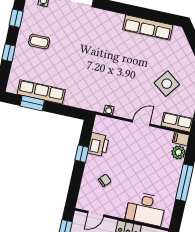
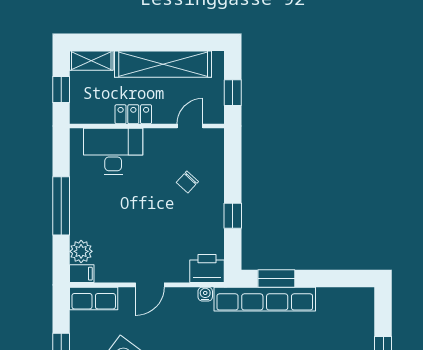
row of seats: (41, 92) -> (265, 299), moved, width x1.36
window: (32, 103) -> (276, 278), moved
printer: (98, 145) -> (207, 269), moved, turned 90

